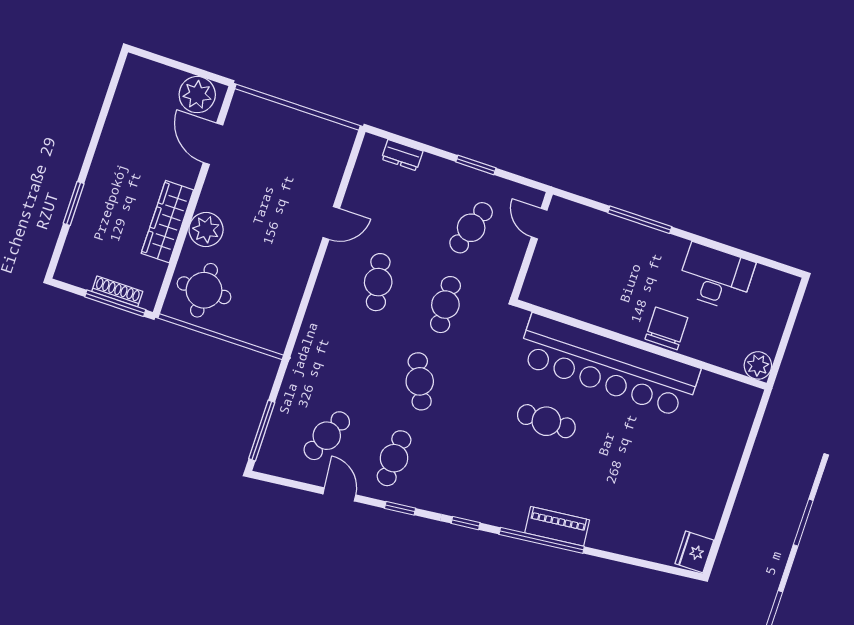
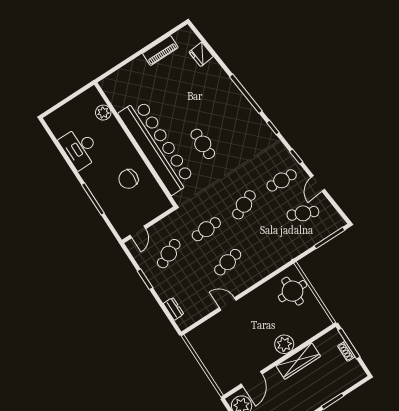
cafe table: (471, 228) -> (169, 254), turned -42
round table: (204, 290) -> (293, 291), moved
shoe rack: (117, 291) -> (346, 351), width x0.70
chair: (666, 328) -> (128, 179), moved
plant: (758, 365) -> (103, 113), moved
piano: (557, 526) -> (160, 50), moved, turned -84
fridge: (694, 552) -> (201, 54), moved, turned 84

